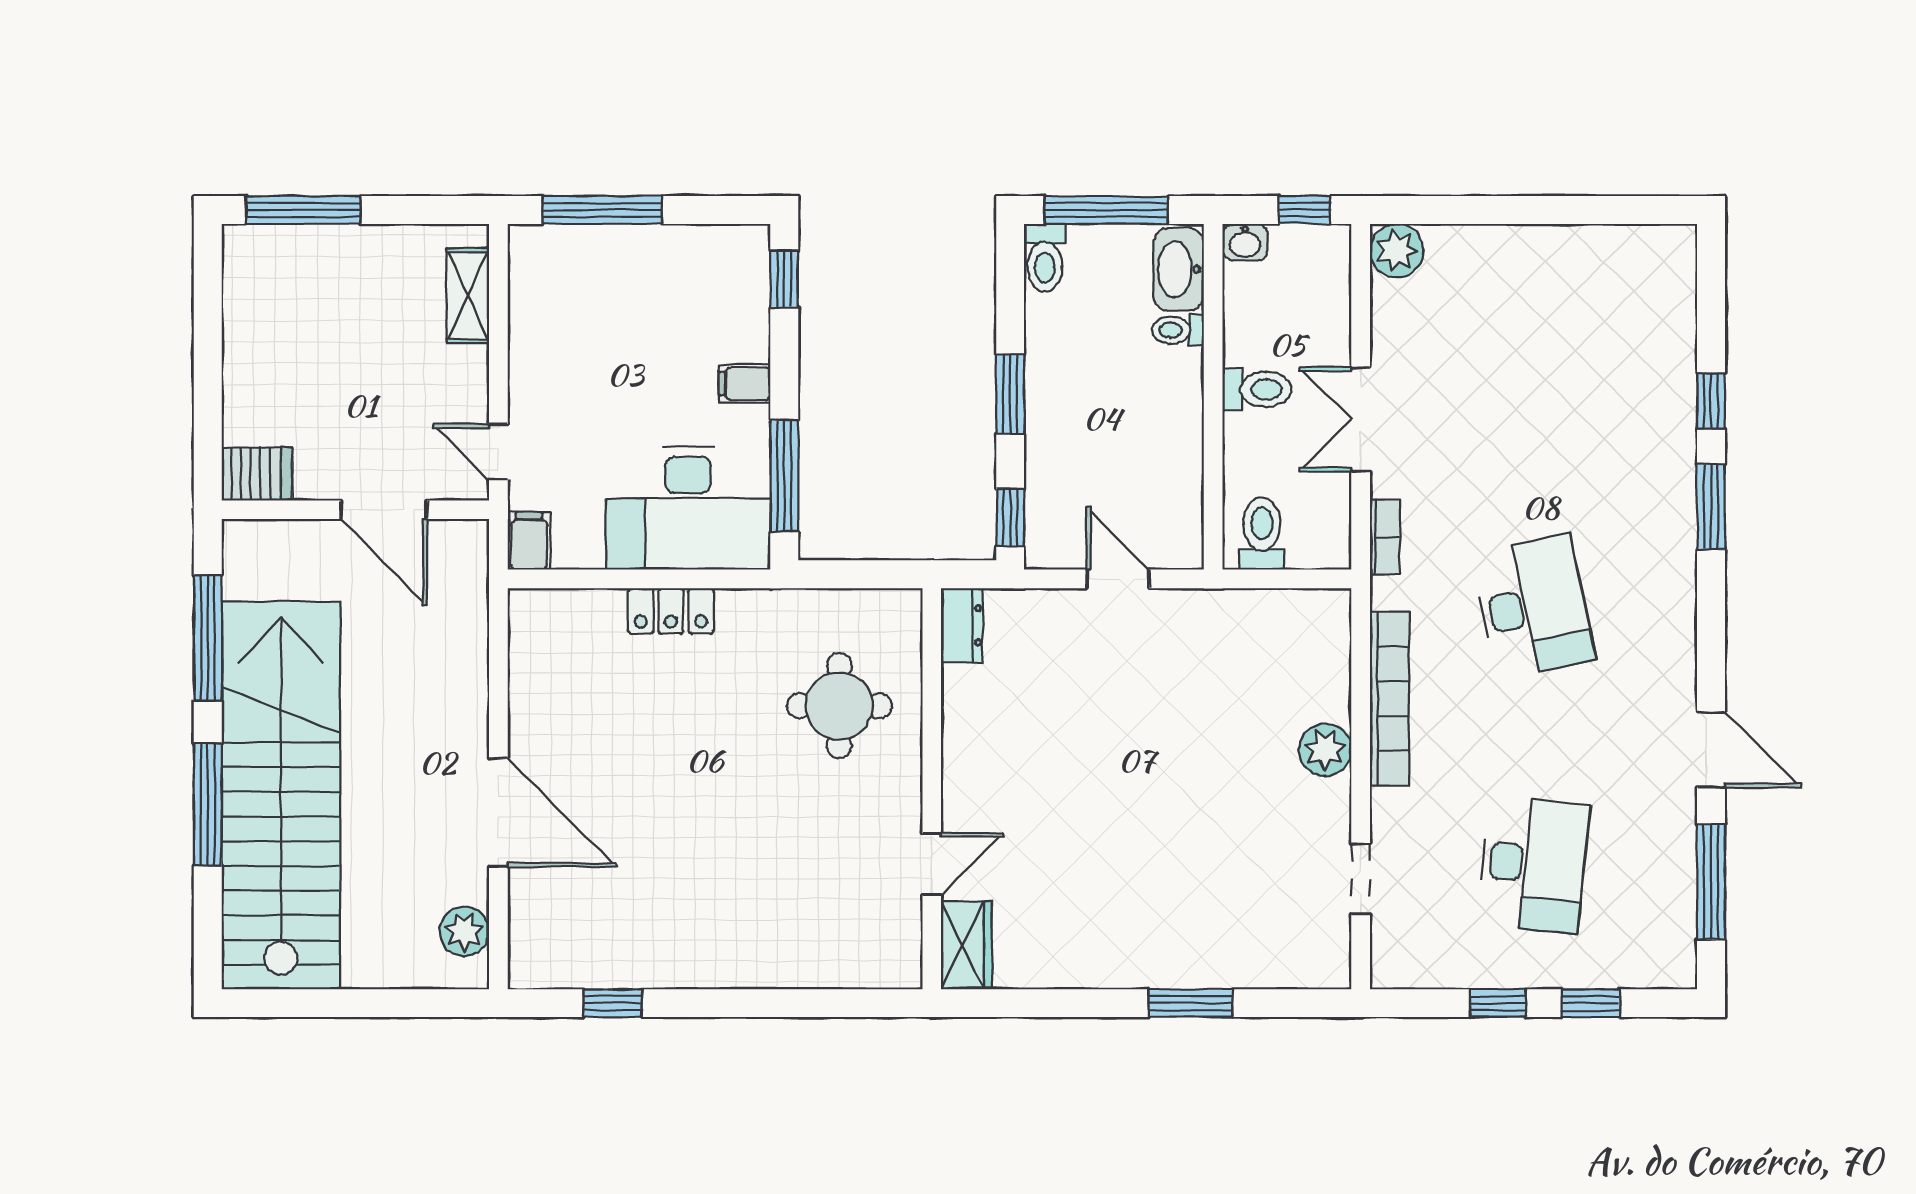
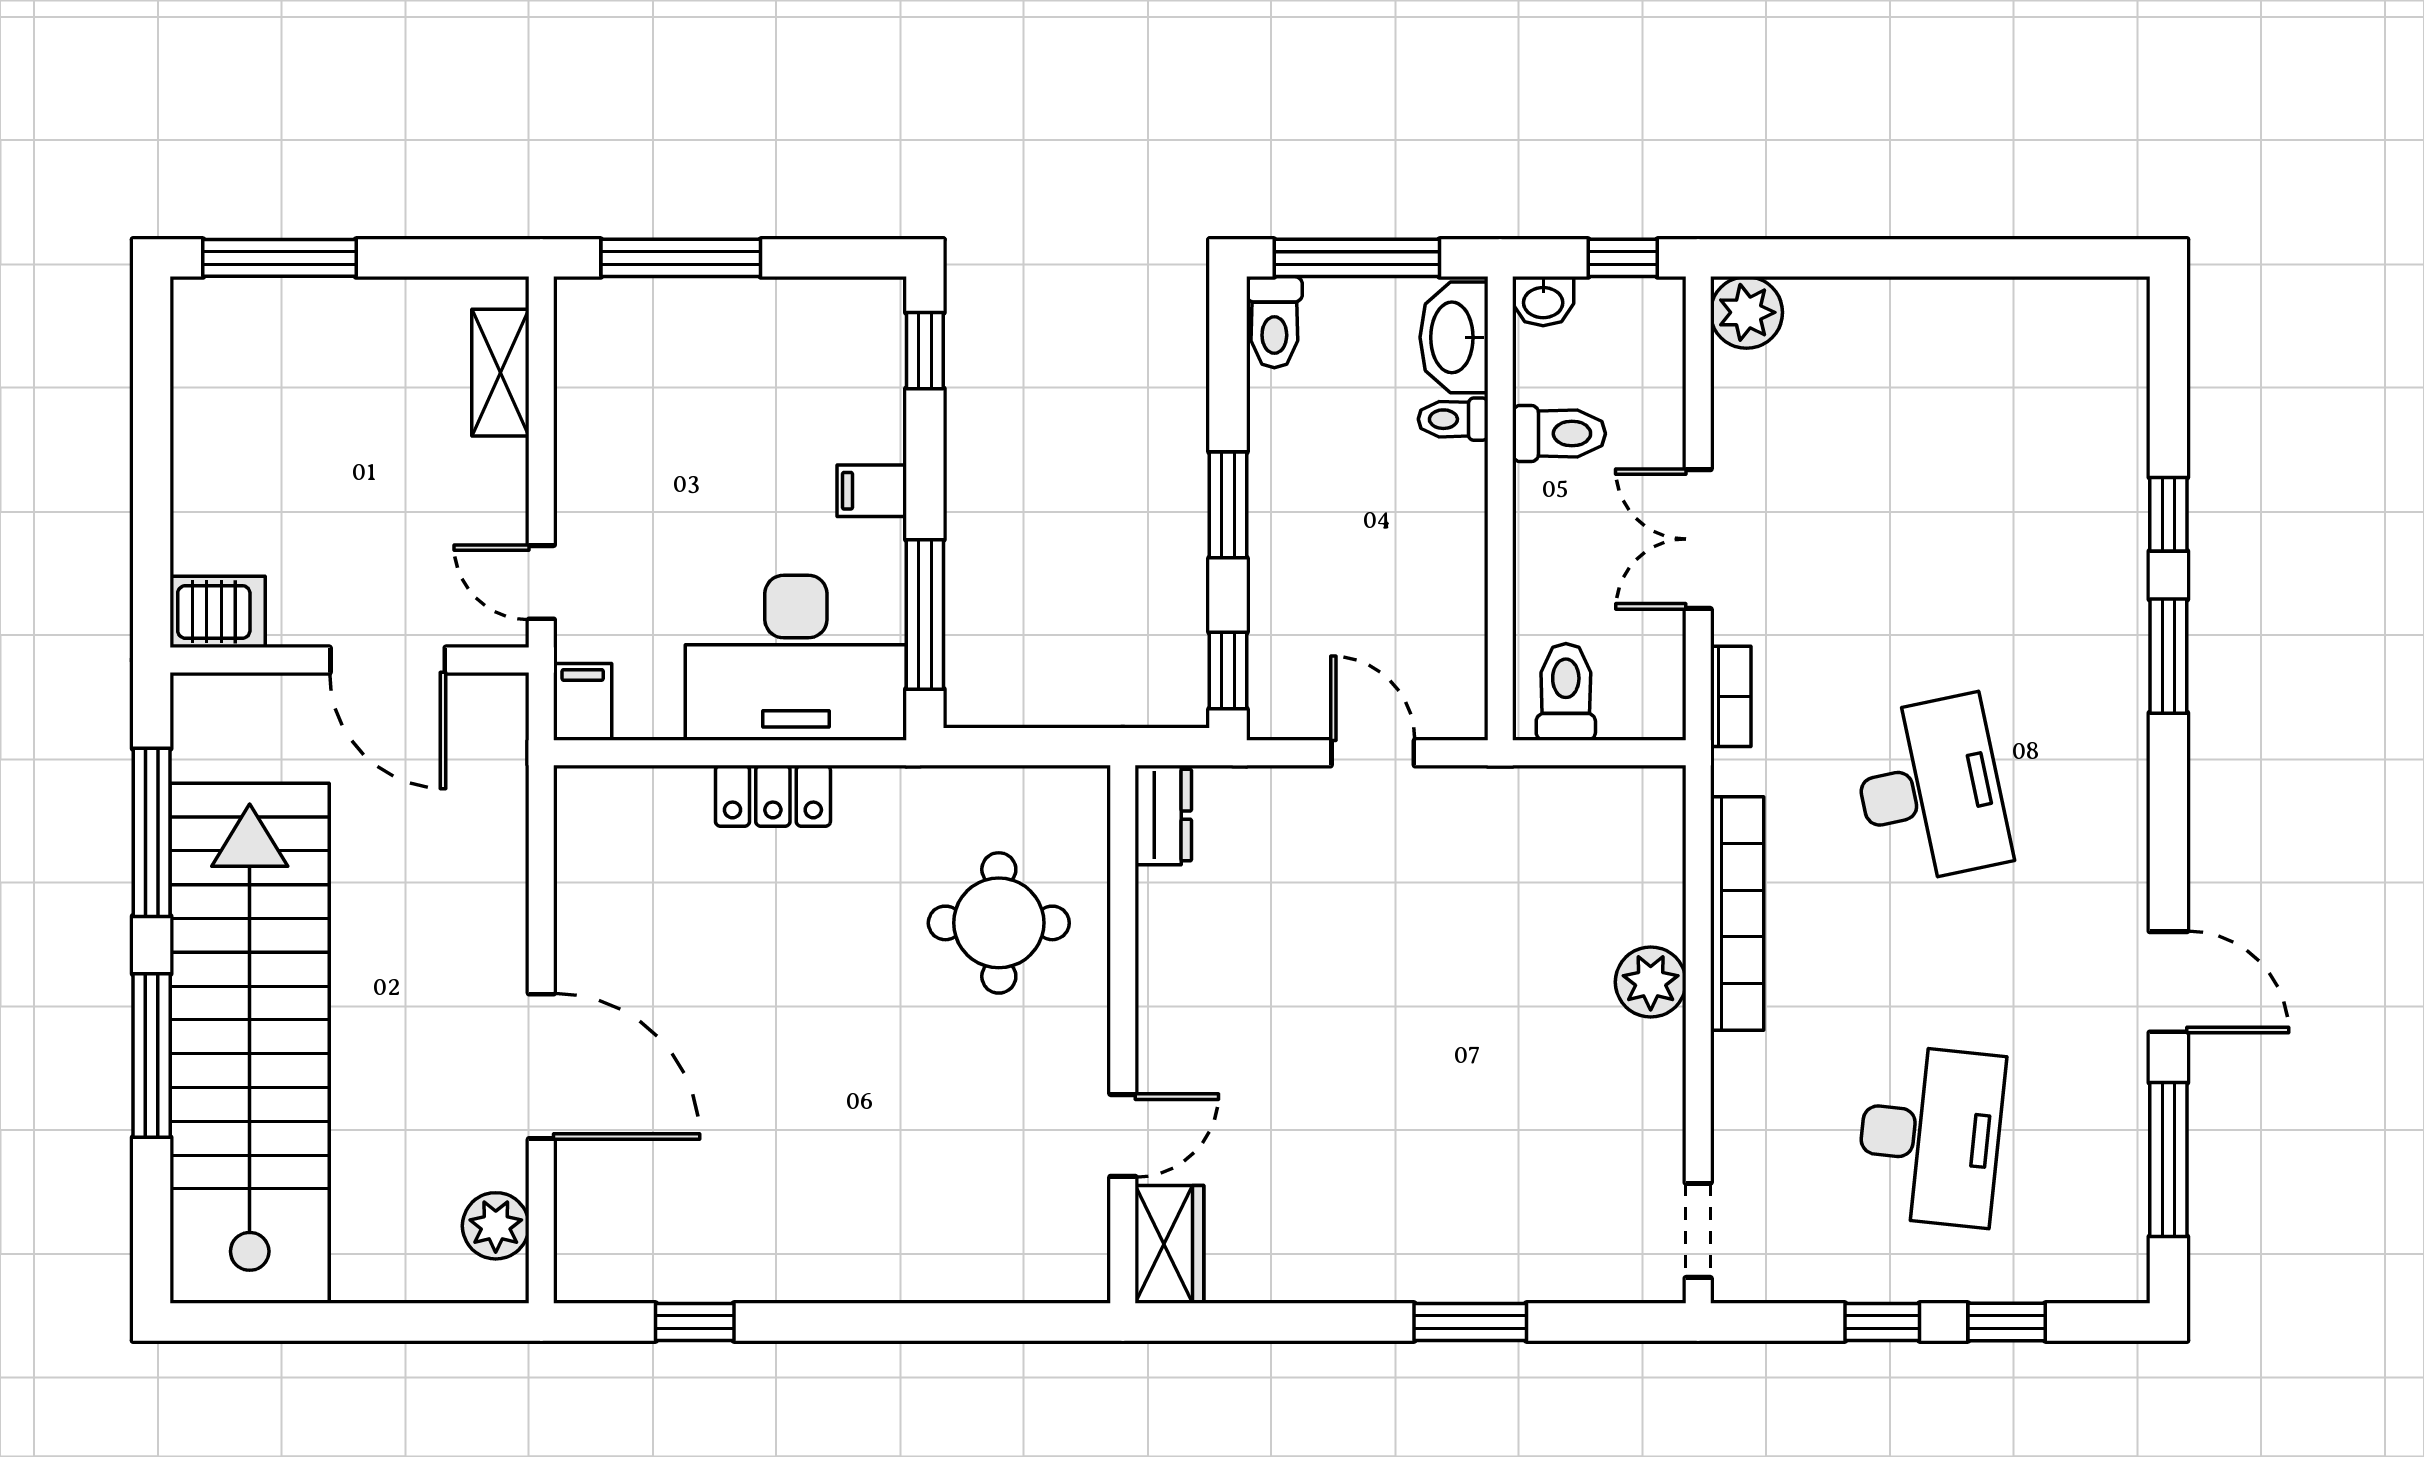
toilet: (1257, 389) -> (1559, 434), moved
doorway: (1361, 879) -> (1698, 1230), moved

